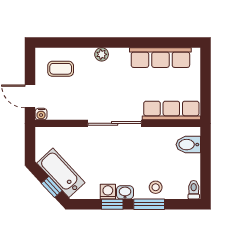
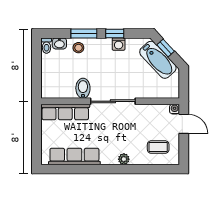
bidet: (188, 145) -> (83, 88), moved, turned -90
washbasin: (125, 192) -> (59, 43), moved

